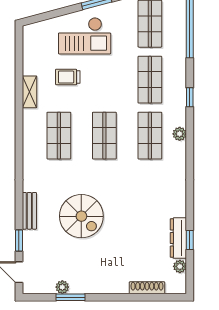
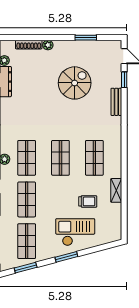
spiral stairs: (81, 216) -> (75, 83), moved, turned 90
plant: (62, 287) -> (48, 45), moved

